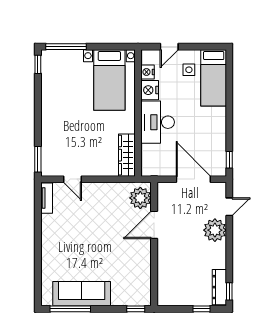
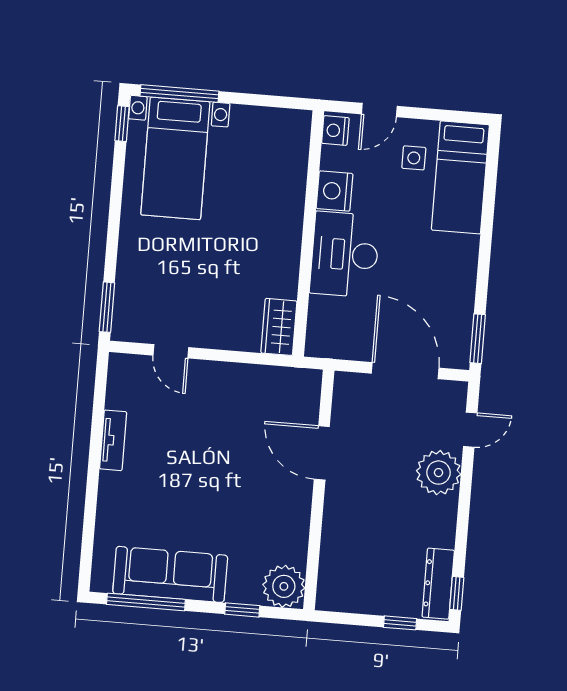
nightstand: (148, 72) -> (335, 131), moved
bed with nightstands: (109, 80) -> (175, 158), moved
wardrobe: (127, 155) -> (279, 327), width x0.67
window: (229, 160) -> (478, 339), width x1.50
tv unit: (47, 198) -> (113, 440), moved
plant: (140, 198) -> (284, 586), moved
door: (154, 225) -> (322, 453), hinge flipped
window: (136, 309) -> (242, 610), moved

